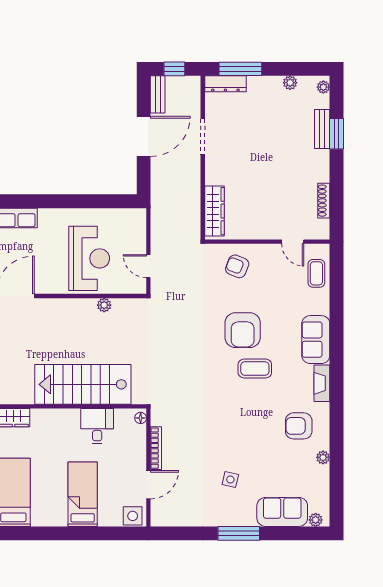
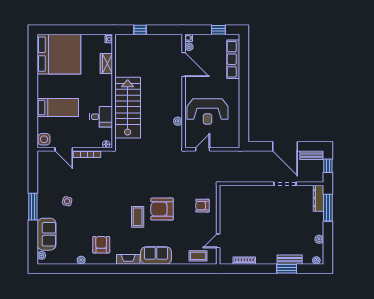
wardrobe: (214, 211) -> (238, 191), removed
armchair: (237, 266) -> (202, 206), turned -112

